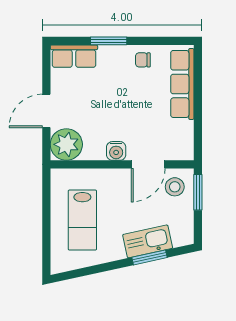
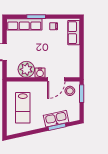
row of seats: (74, 56) -> (24, 24), width x1.48
row of seats: (182, 84) -> (74, 33), width x0.68
plant: (66, 144) -> (26, 69), moved

